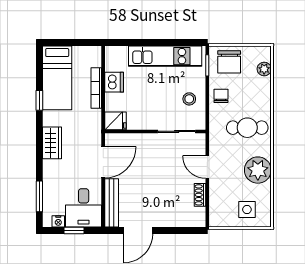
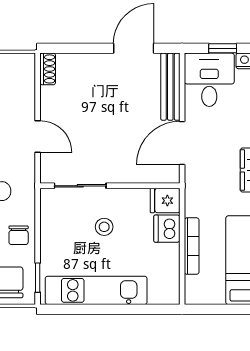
dishwasher: (114, 82) -> (167, 229), moved
stool: (189, 99) -> (104, 227), moved
shoe rack: (200, 195) -> (48, 69), moved

